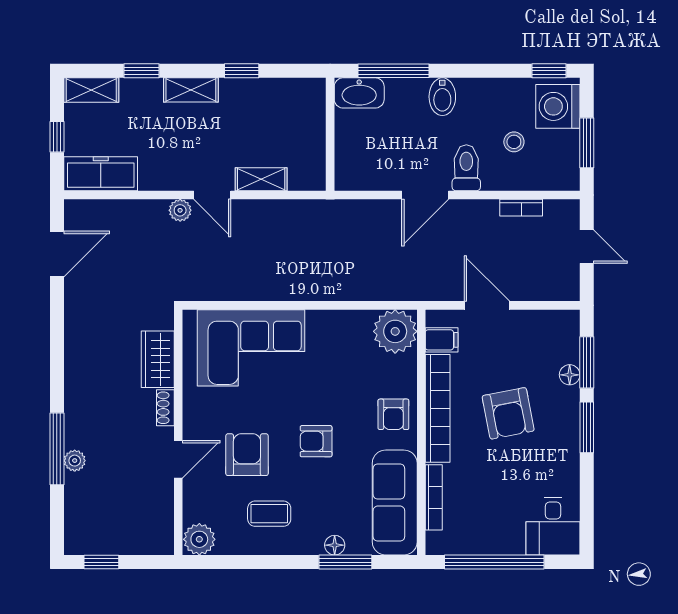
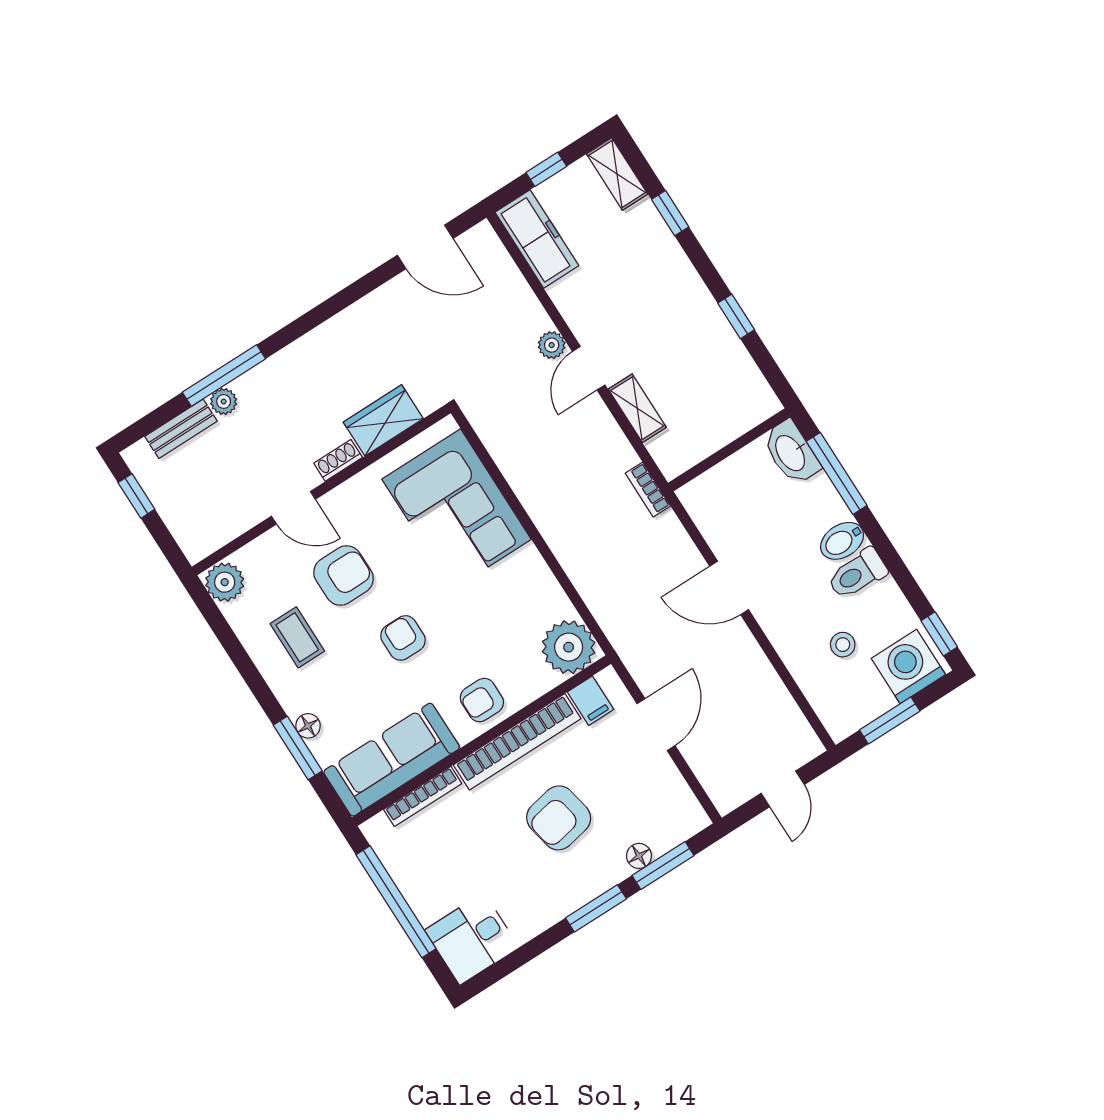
shelving: (191, 90) -> (683, 277), removed
toilet: (466, 168) -> (857, 574), moved, turned 180
bookcase: (521, 208) -> (648, 490), moved
bench: (75, 502) -> (181, 429), added

